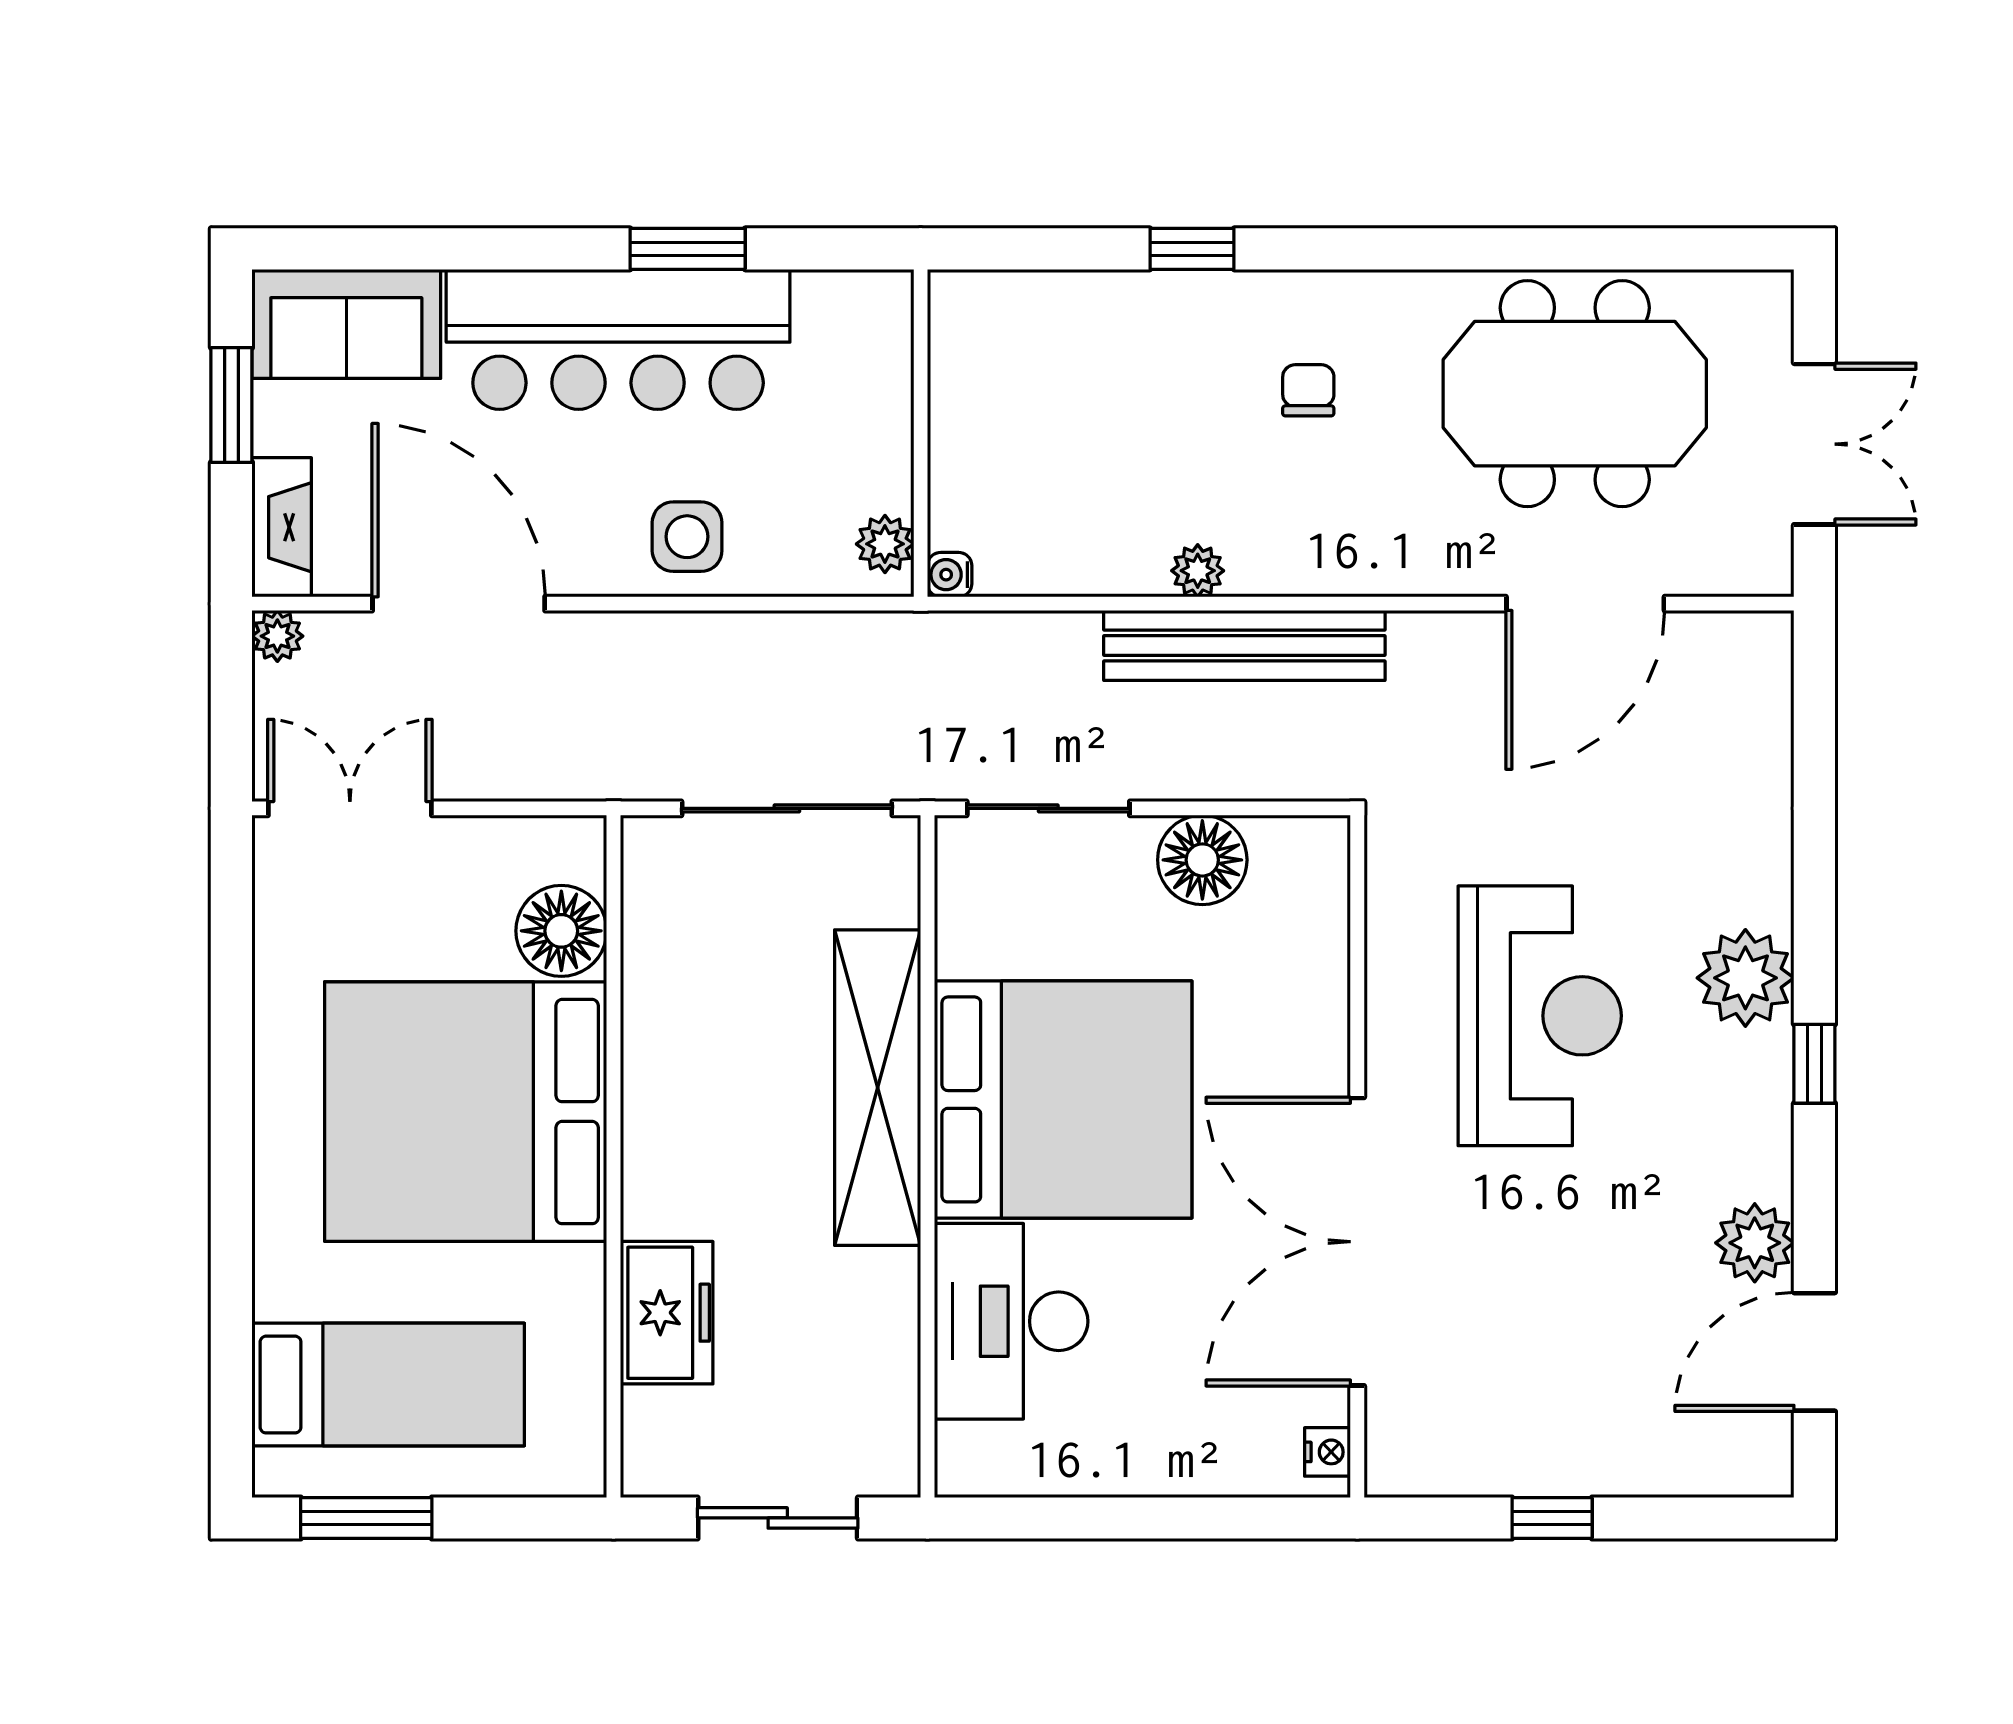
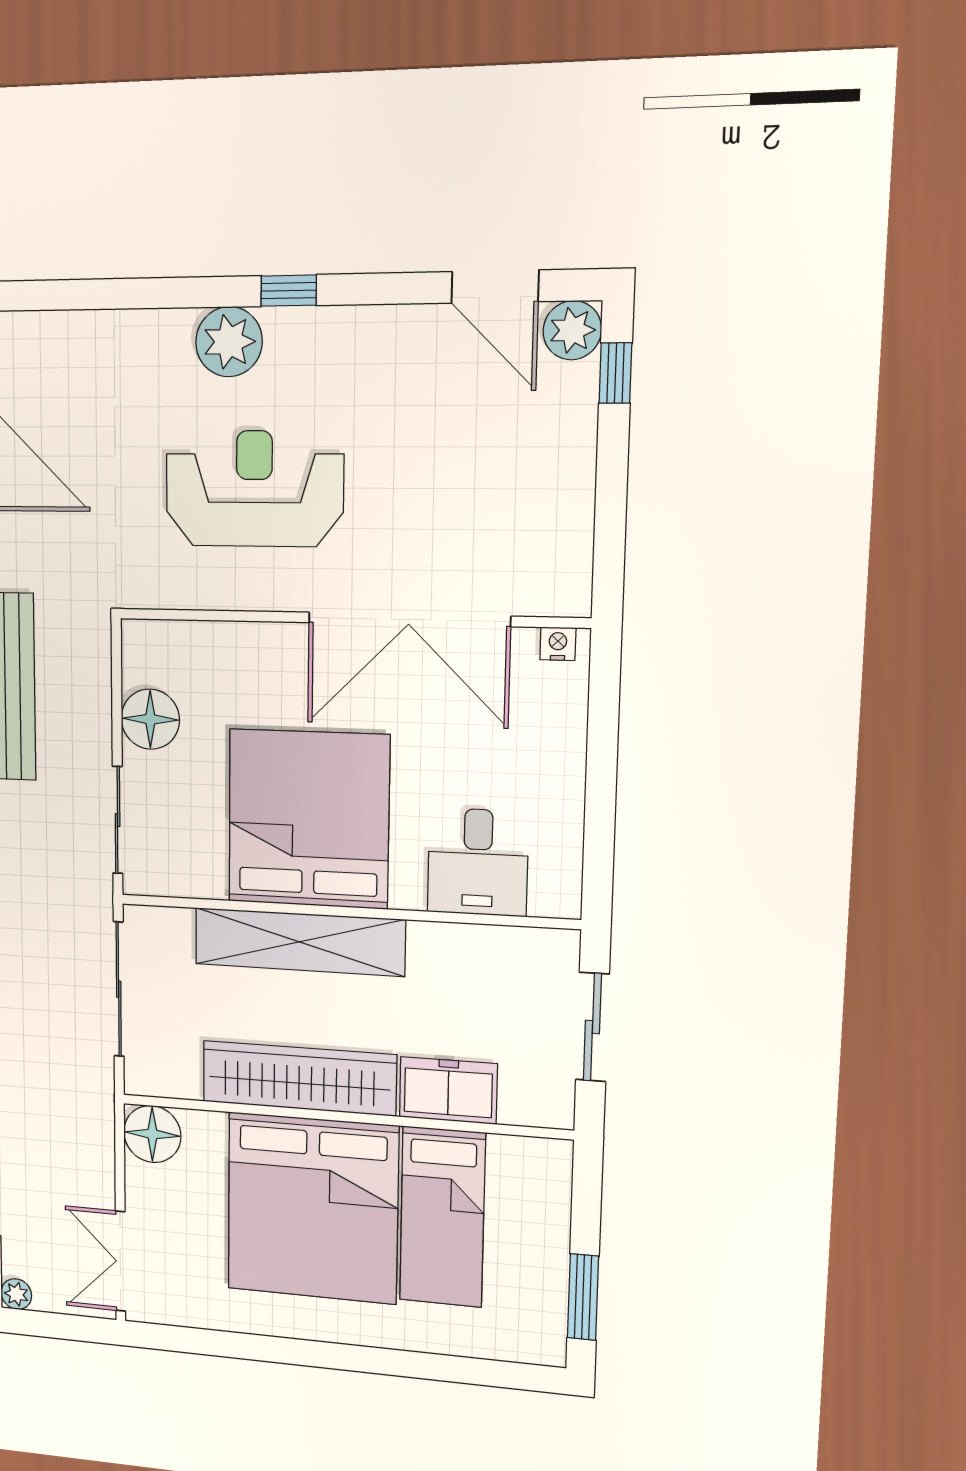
floor lamp: (561, 931) -> (152, 1134), moved
wardrobe: (668, 1089) -> (299, 1078), added
plant: (1755, 1243) -> (572, 330), moved
desk: (1011, 1321) -> (478, 862), width x0.73
bed: (388, 1385) -> (442, 1217), moved, turned 180
window: (1552, 1518) -> (615, 373), moved

